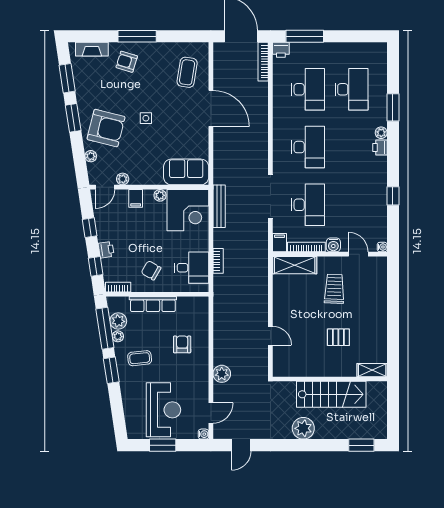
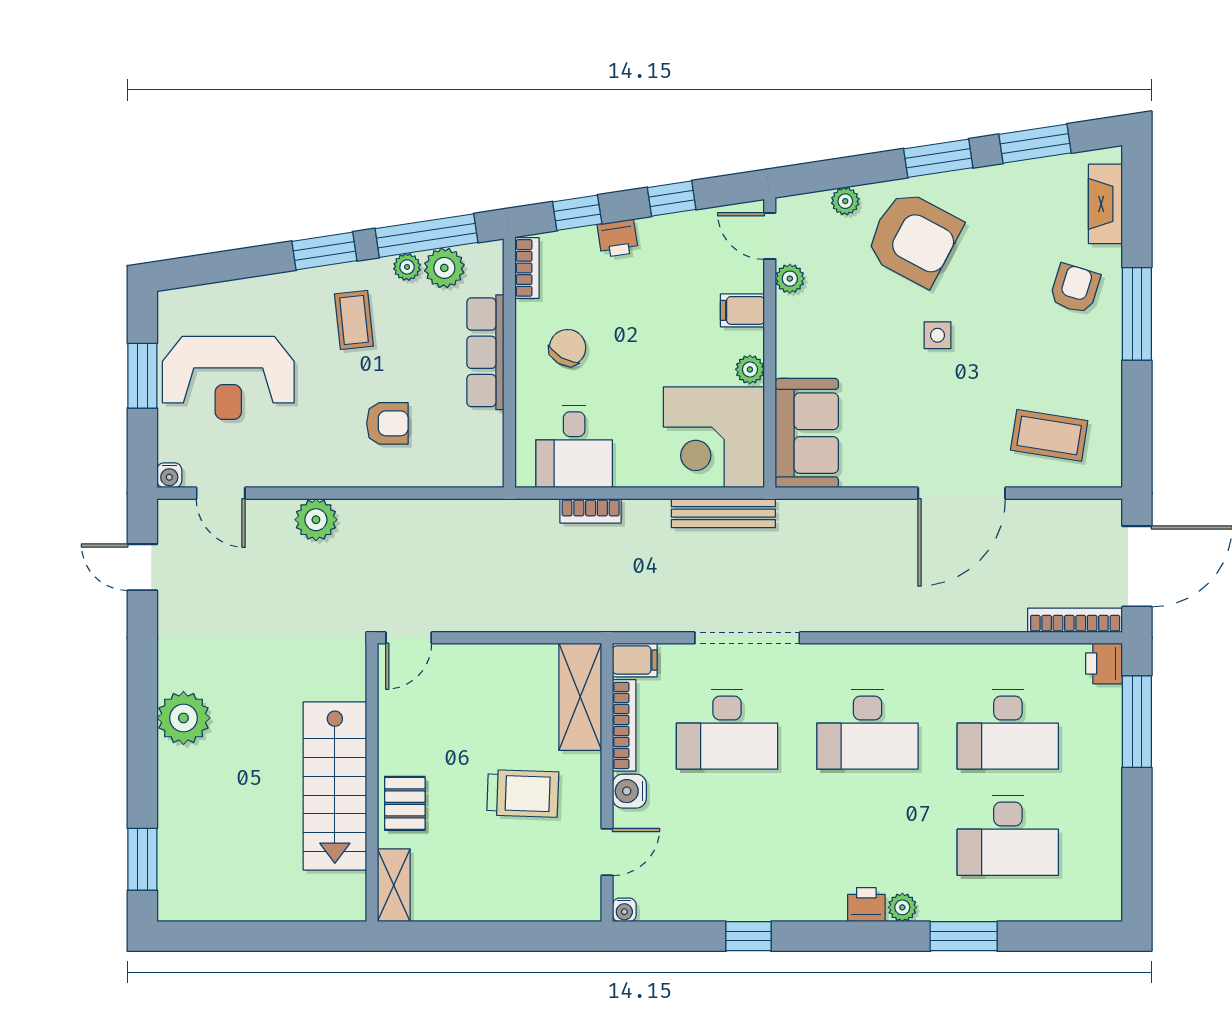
armchair: (106, 128) -> (914, 238), turned -76
shelving: (372, 370) -> (394, 885), moved
wall: (330, 379) -> (372, 782), moved
stairs: (331, 394) -> (335, 786), moved

